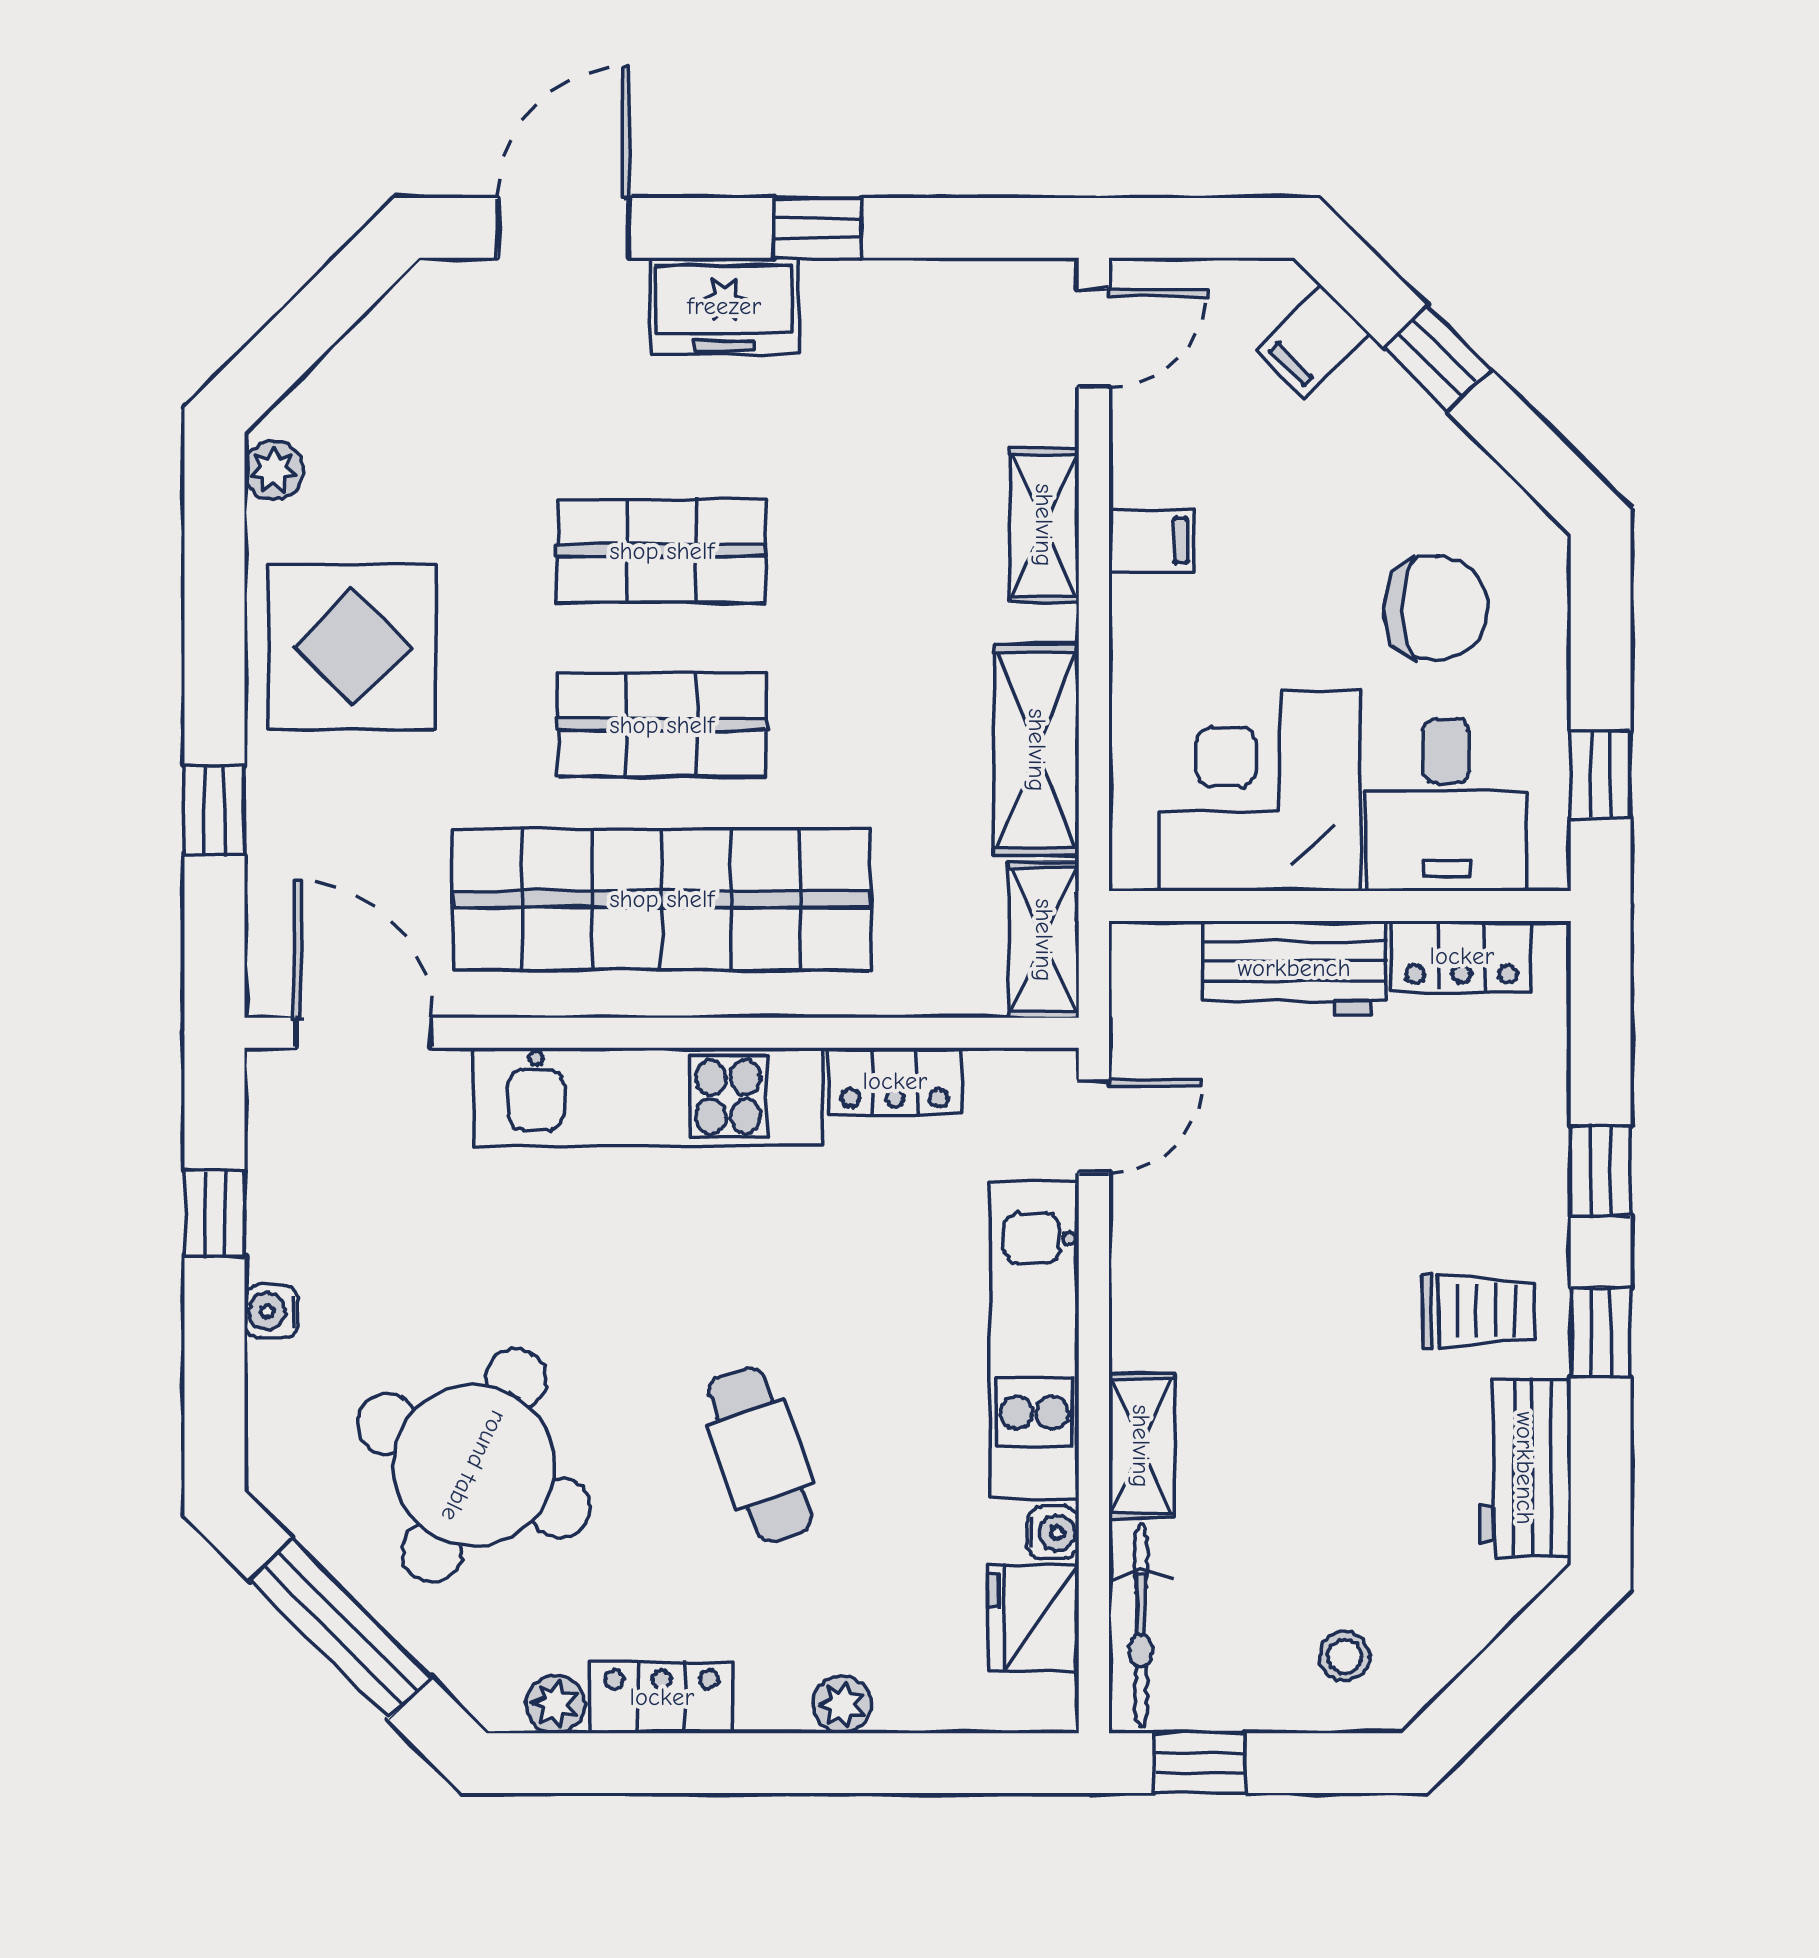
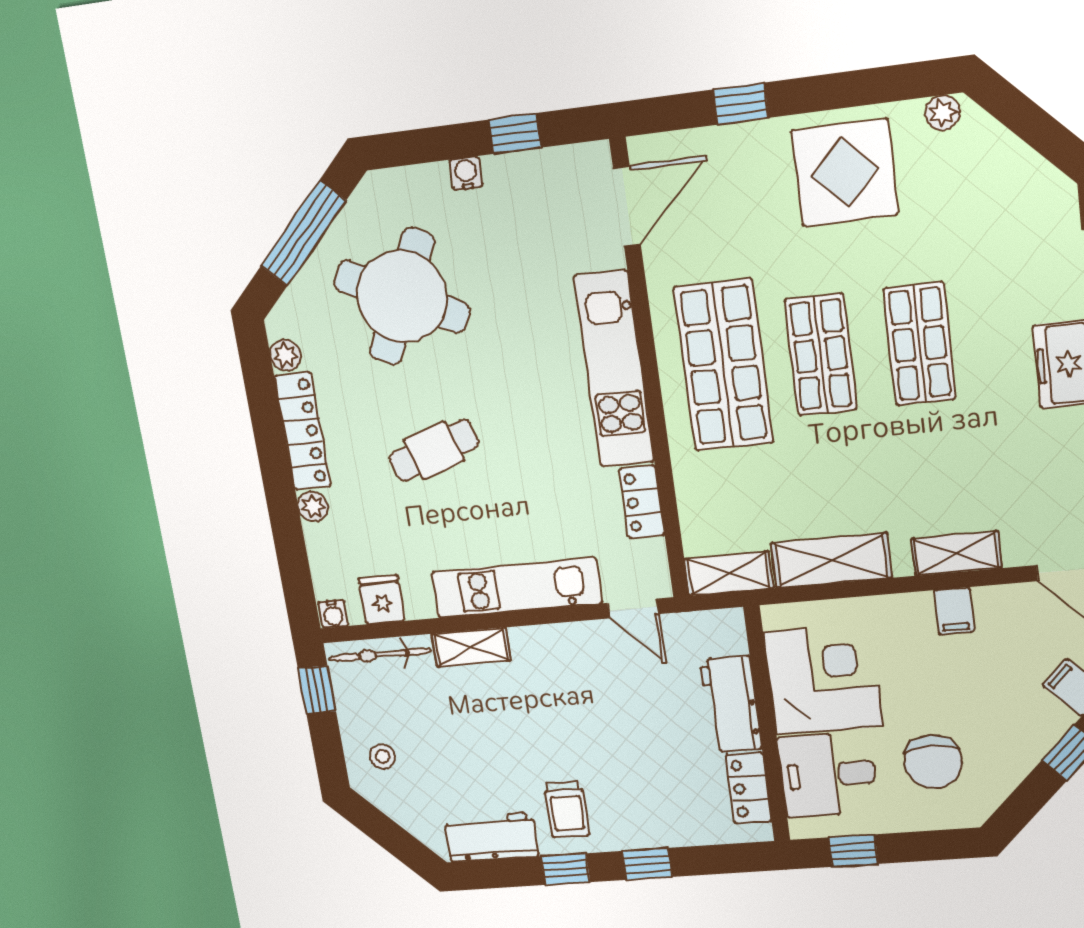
shop shelf: (662, 899) -> (724, 365), width x0.71
water cooler: (1053, 1533) -> (333, 614), moved
fridge: (1033, 1618) -> (382, 599), width x0.72
locker: (662, 1697) -> (303, 431), width x1.53

